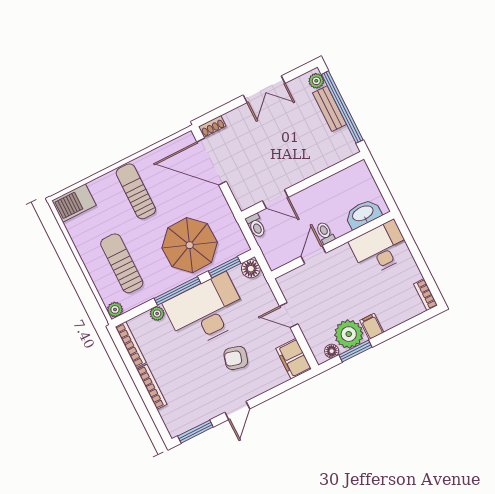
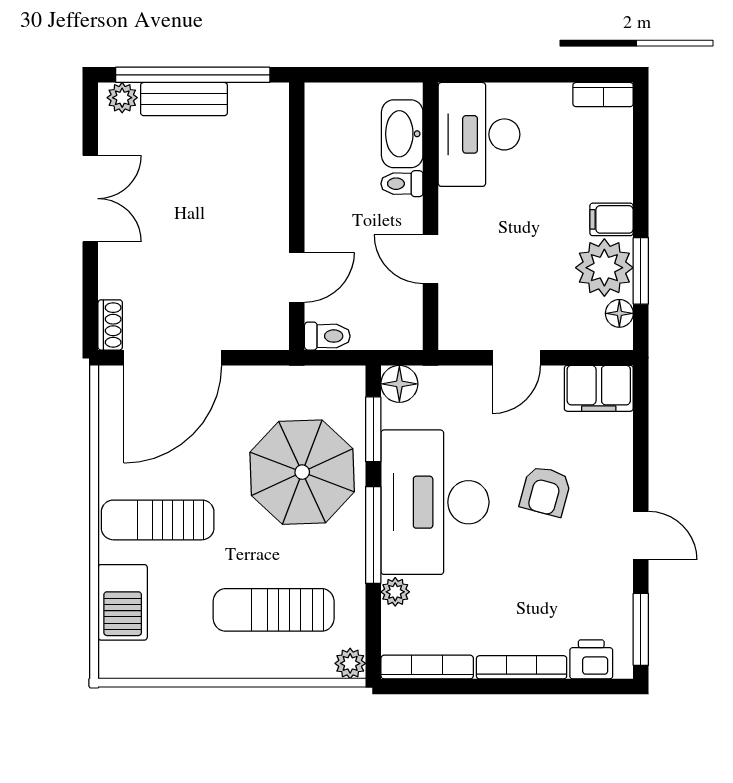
barbecue: (74, 203) -> (123, 602), moved
toilet: (325, 233) -> (402, 184), moved
printer: (171, 416) -> (591, 659), added

